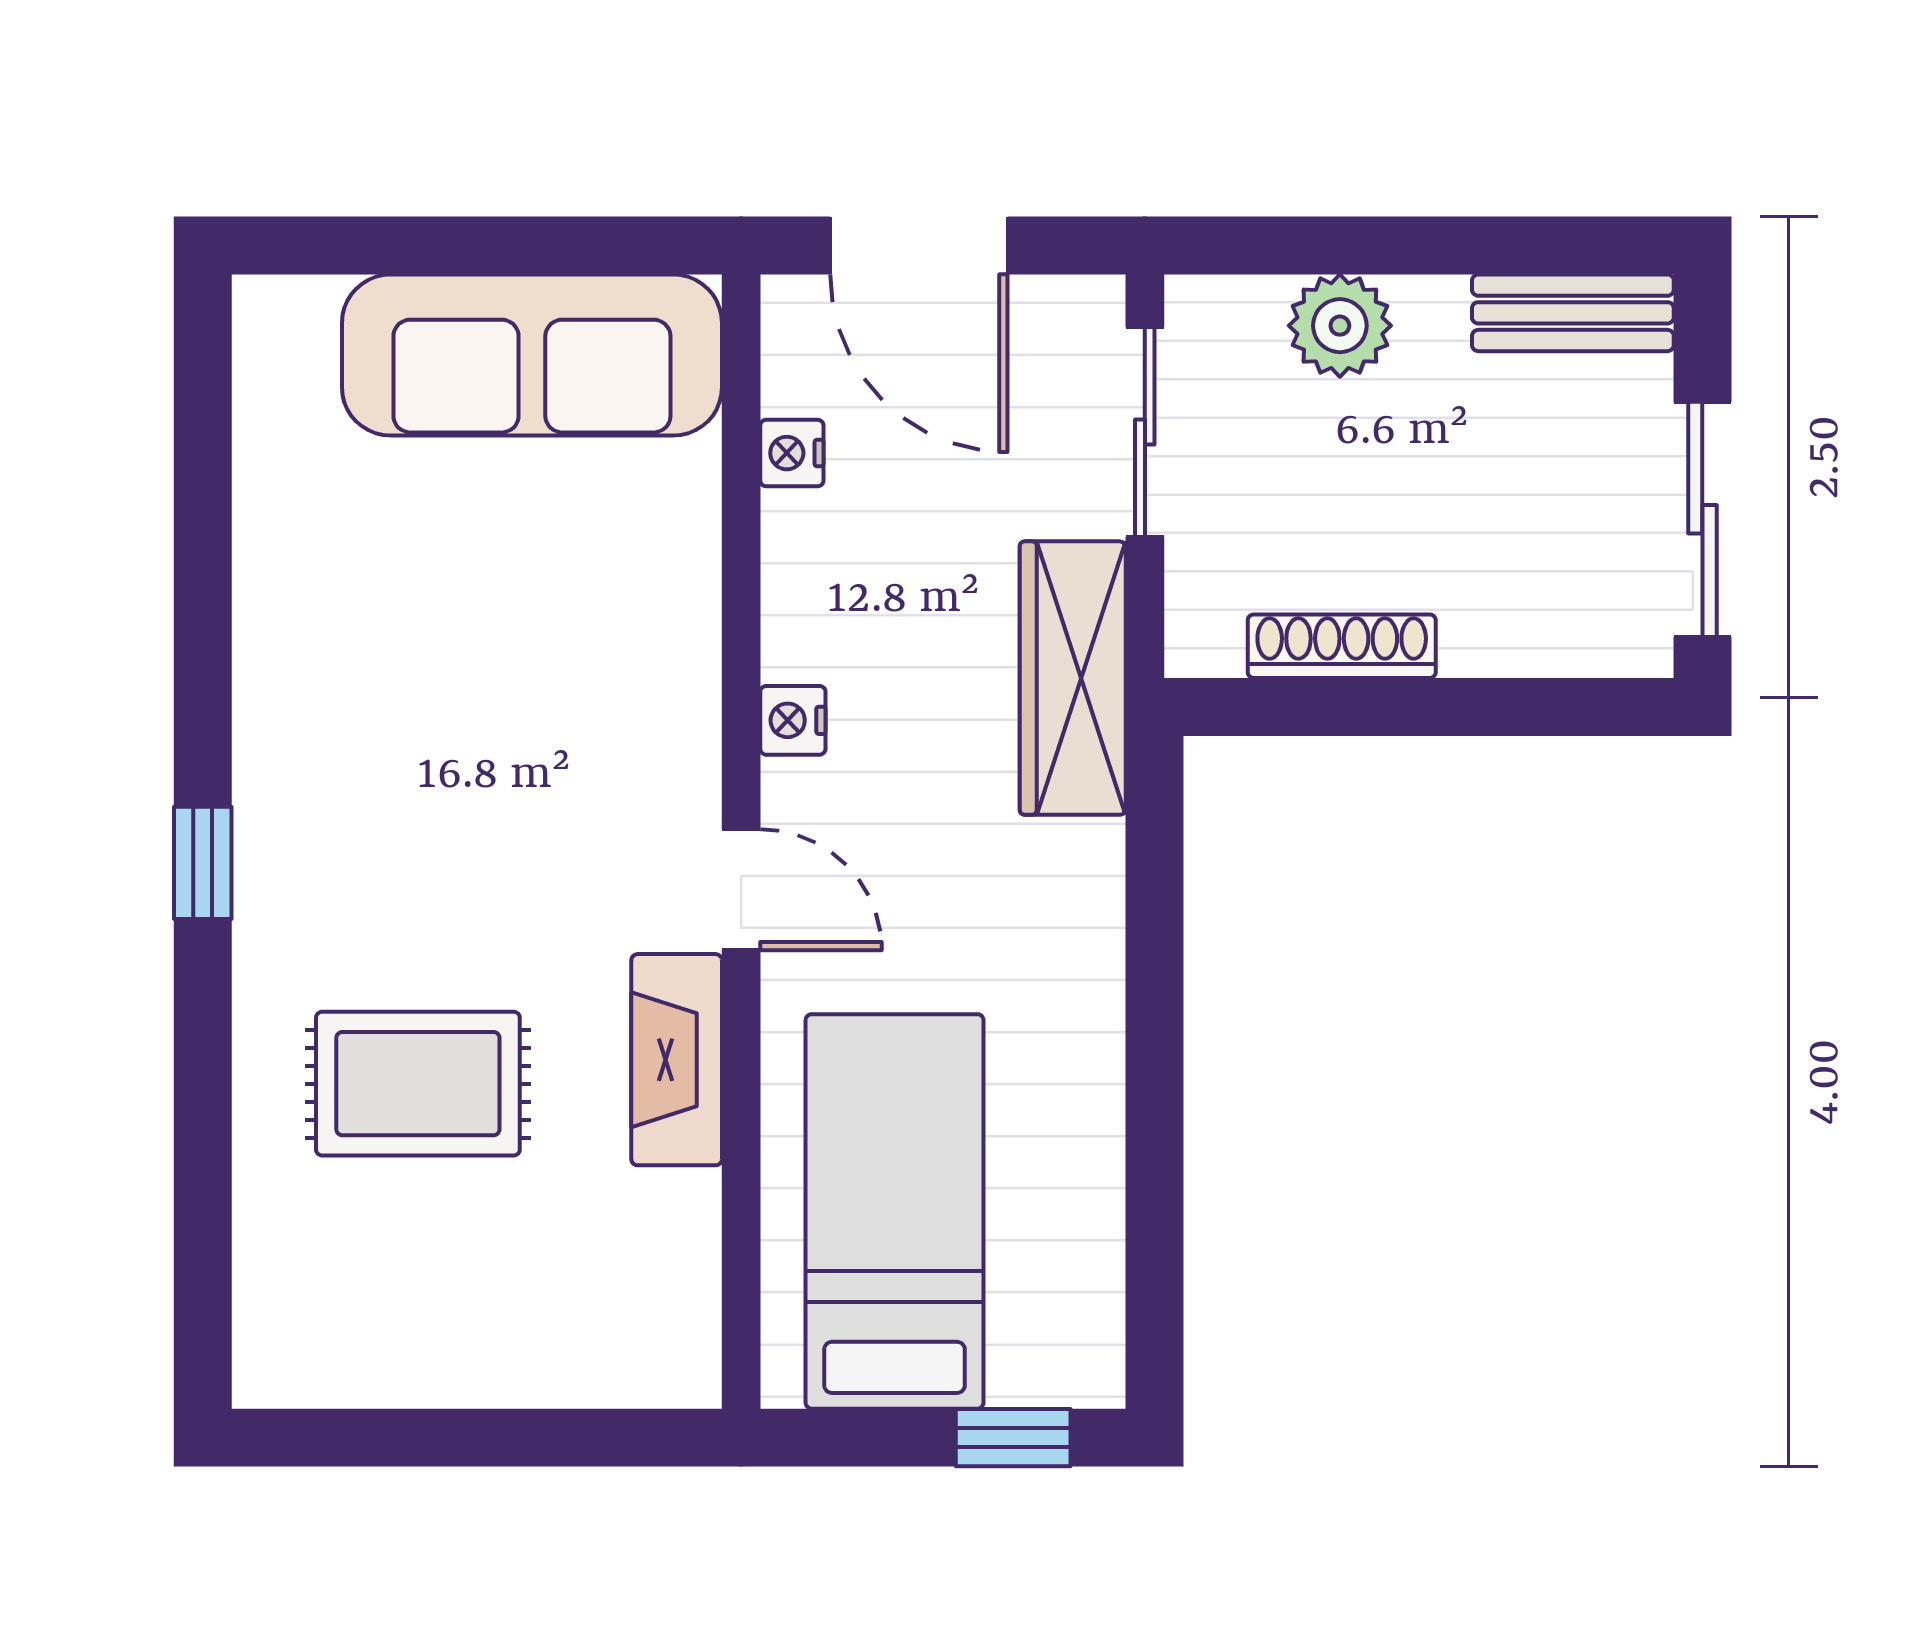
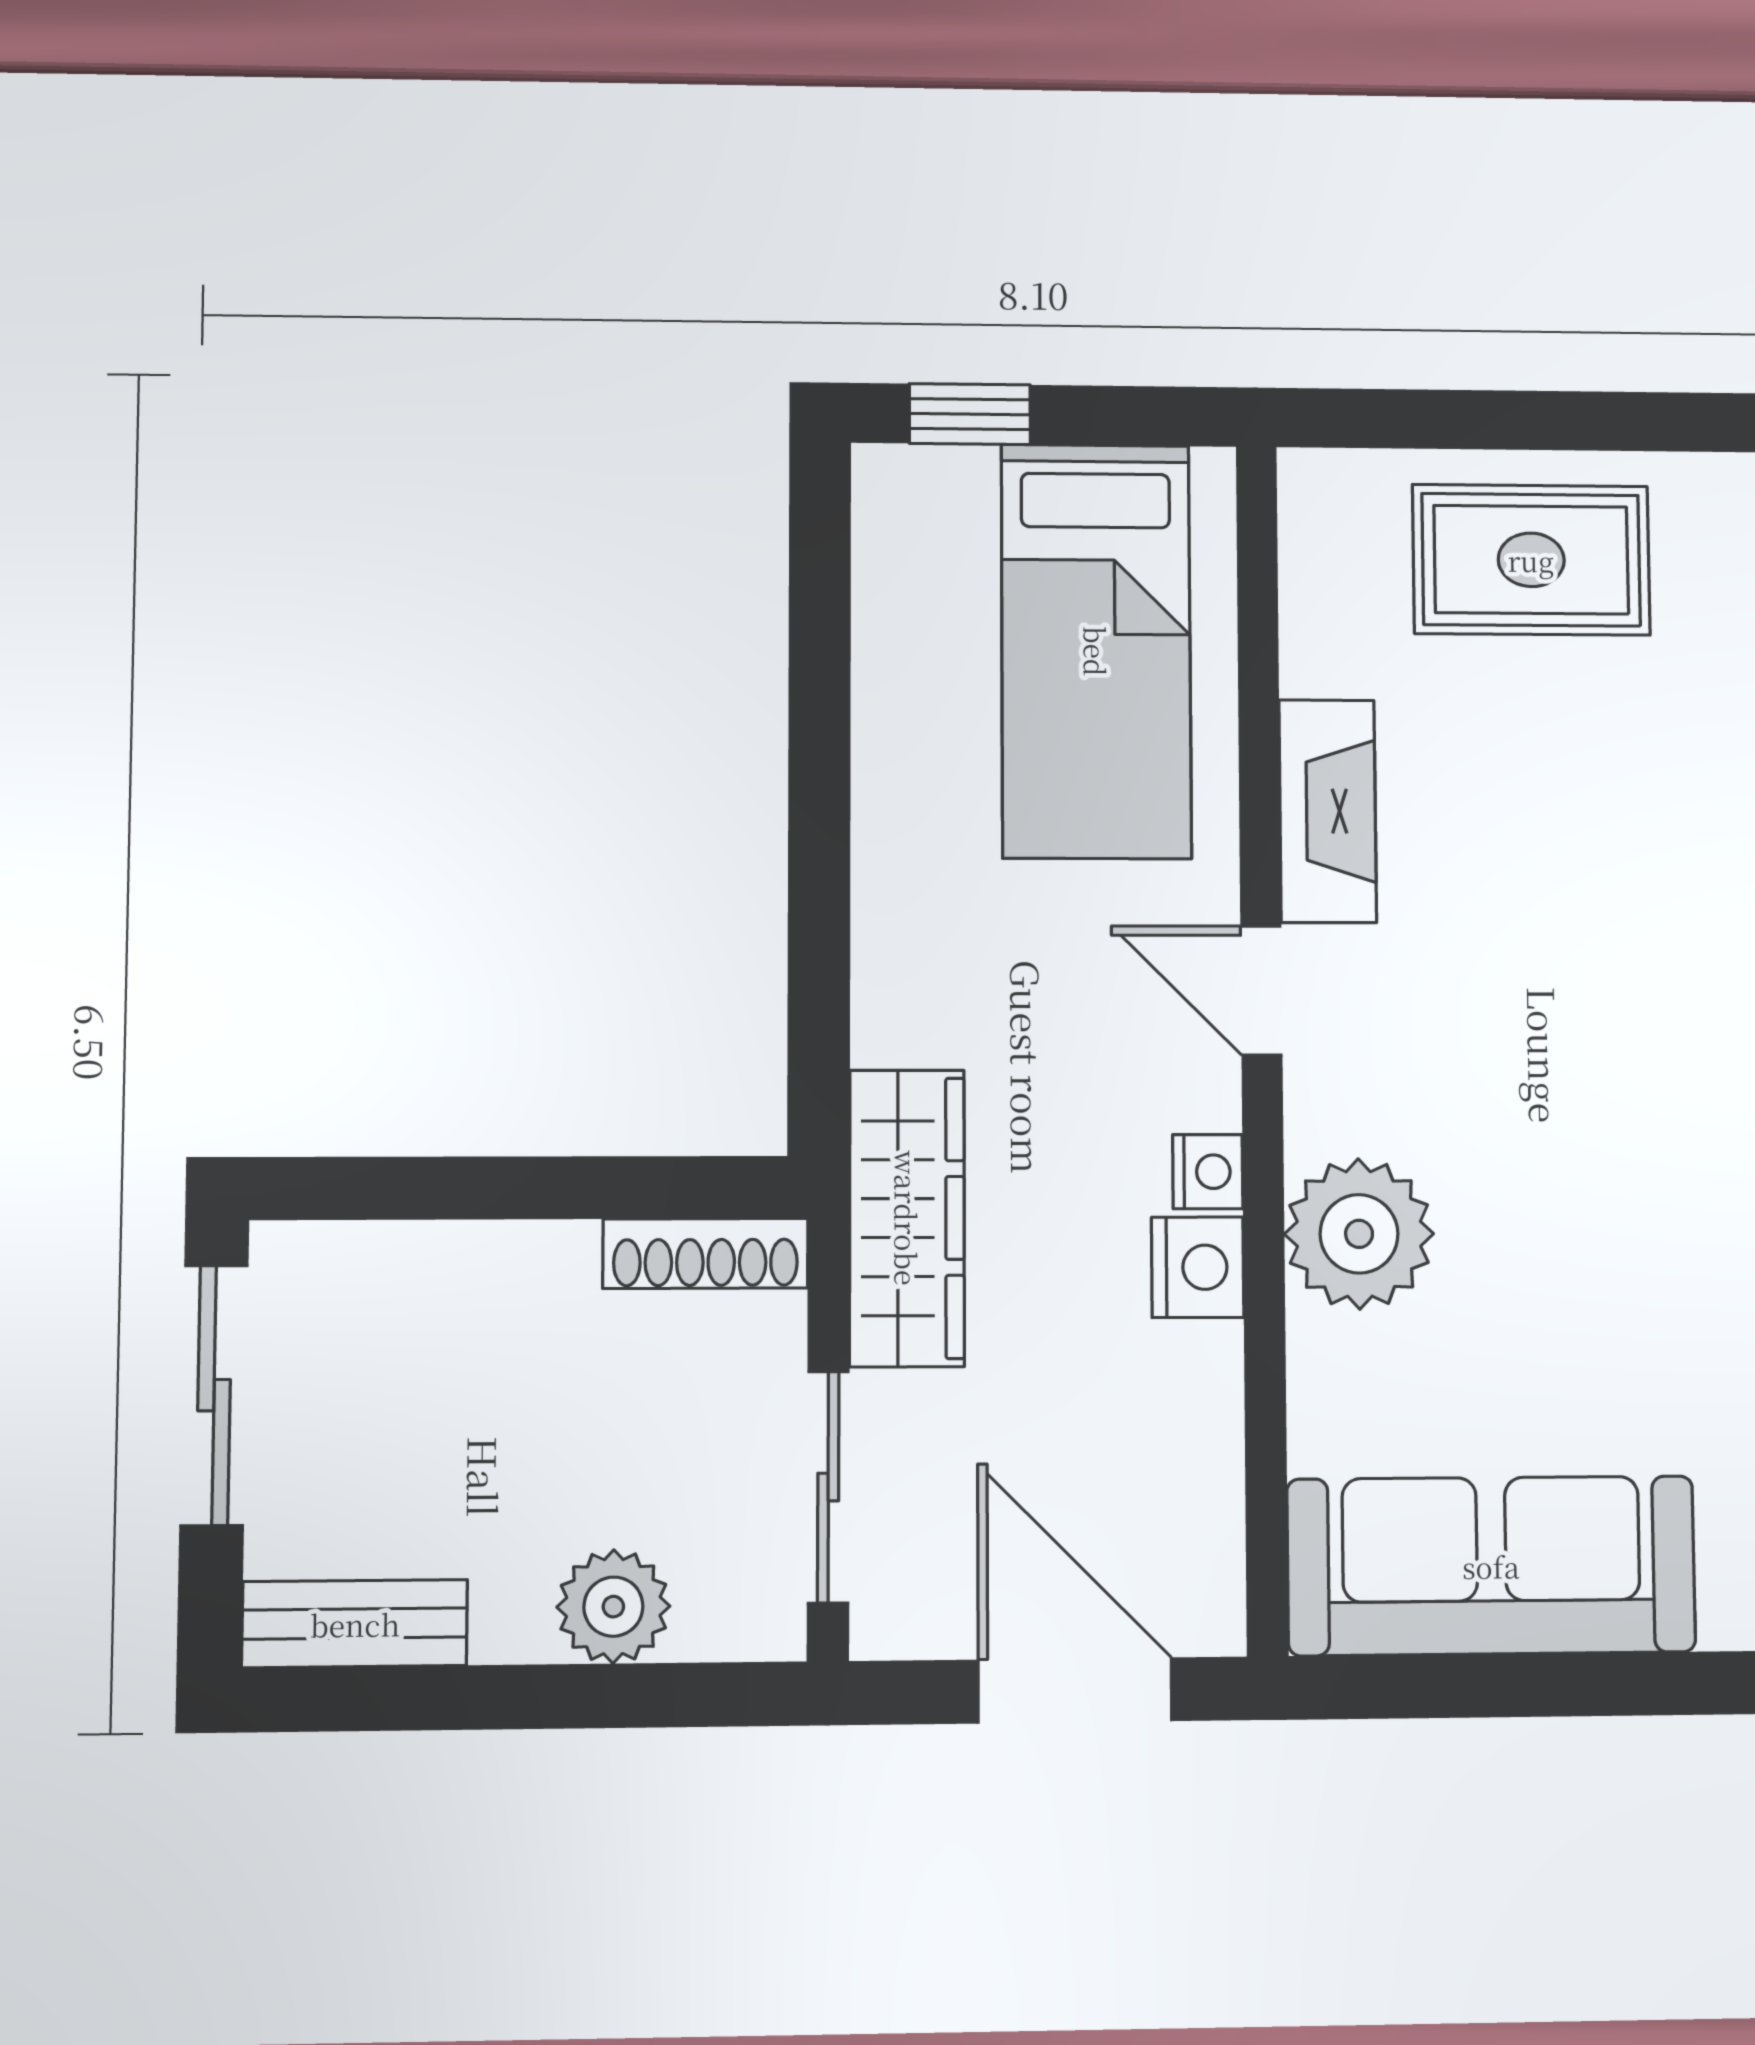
nightstand: (792, 453) -> (1198, 1267), moved, width x1.39, depth x1.35
shoe rack: (1342, 646) -> (706, 1253), moved
plant: (652, 662) -> (1359, 1234), added
rug: (418, 1084) -> (1531, 560), moved

